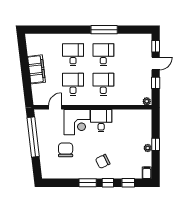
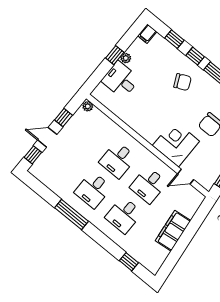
window: (47, 30) -> (129, 262), added
desk: (101, 121) -> (121, 80), moved, turned 90

